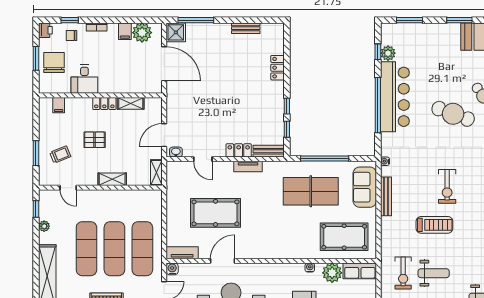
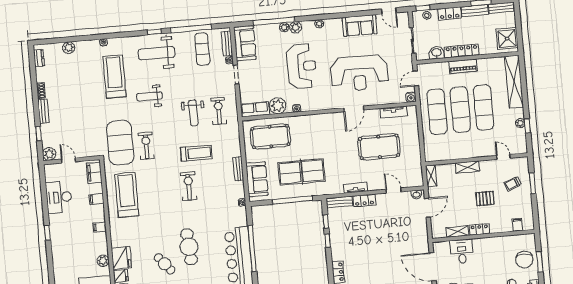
desk: (84, 79) -> (462, 251), moved
cafe table: (453, 114) -> (189, 247), turned 66
bench: (386, 196) -> (238, 169), width x0.73
window: (36, 209) -> (527, 126), moved
treadmill: (434, 225) -> (196, 153), turned 180
tv unit: (182, 253) -> (394, 112), moved
door: (223, 261) -> (354, 109), moved
weight bench: (434, 273) -> (193, 113), turned -90

